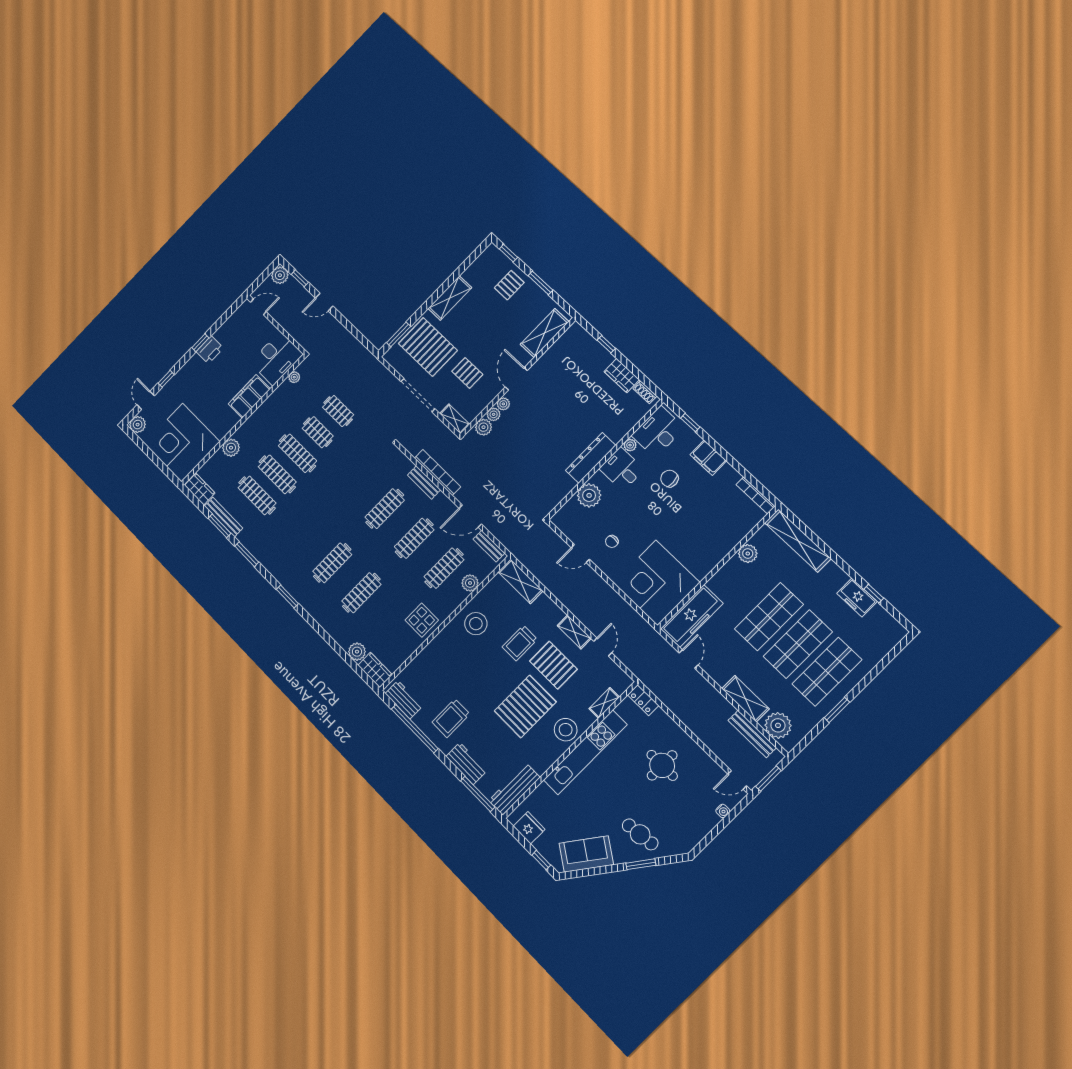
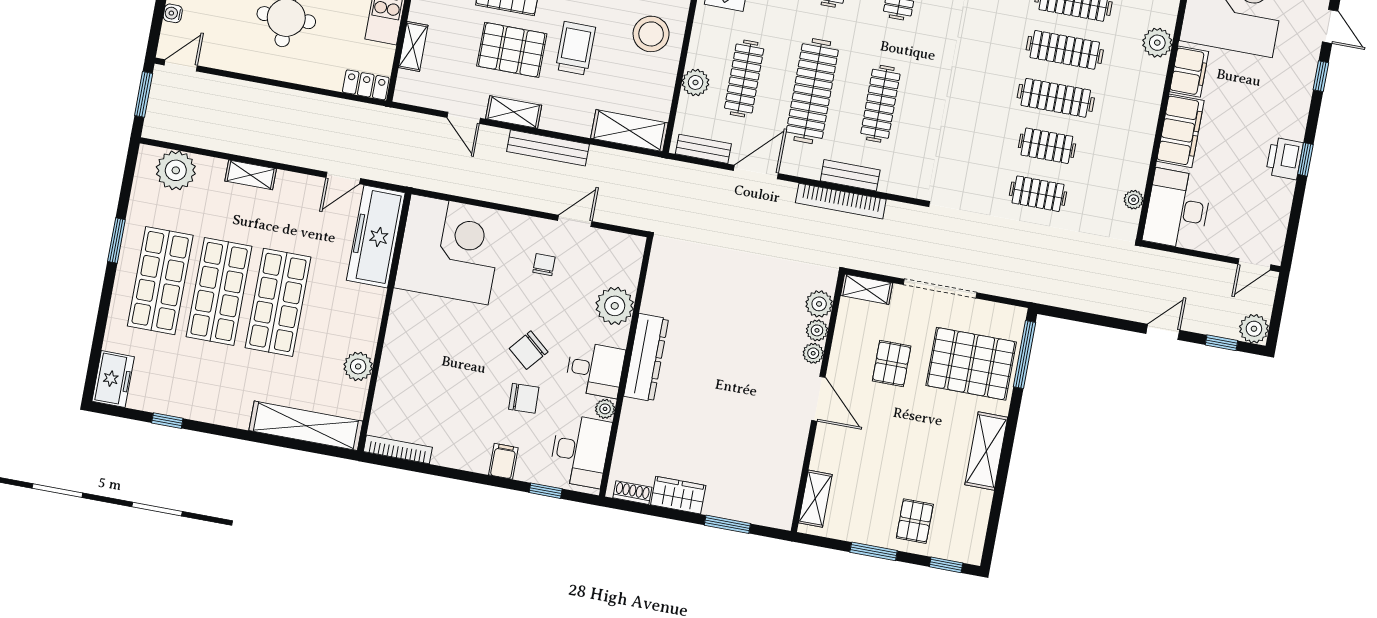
shelving: (545, 333) -> (815, 499), width x0.67, depth x0.75
window: (399, 334) -> (1024, 355), width x1.44
window: (606, 344) -> (727, 524), width x1.50
pallet: (467, 373) -> (892, 364), turned 90
filing cabinet: (226, 423) -> (1189, 72), added
filing cabinet: (708, 458) -> (503, 461), width x0.50
chair: (650, 502) -> (529, 350), added
clothes rail: (414, 538) -> (812, 91), width x1.37, depth x1.31
freezer: (857, 598) -> (113, 379), moved, turned 90
door: (689, 659) -> (343, 178), hinge flipped
shelving: (746, 699) -> (251, 175), width x0.67, depth x0.75
bench: (752, 734) -> (548, 148), moved

